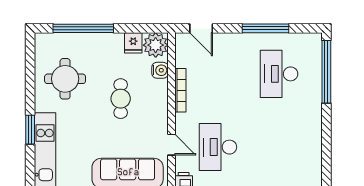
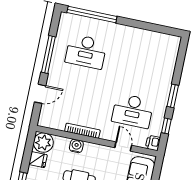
door: (201, 28) -> (40, 94), moved
water cooler: (160, 70) -> (76, 146), moved
door: (171, 145) -> (123, 147), hinge flipped

